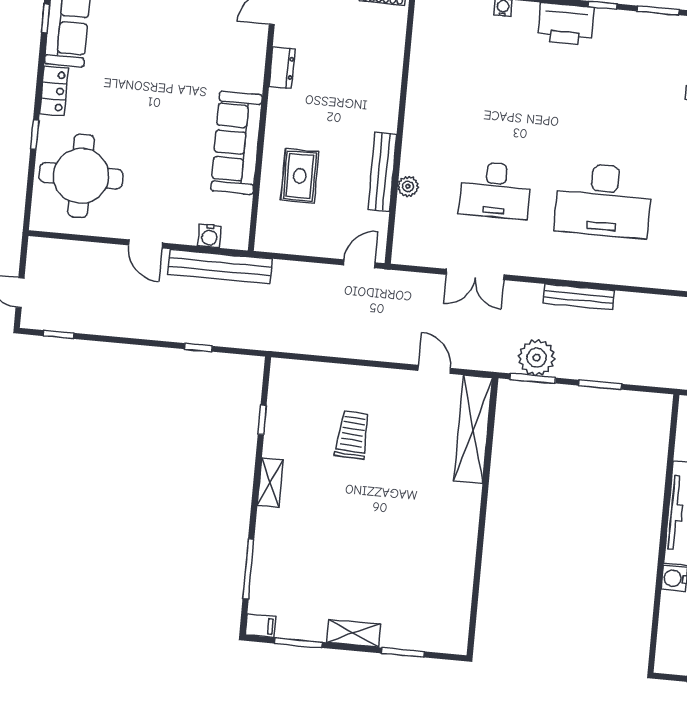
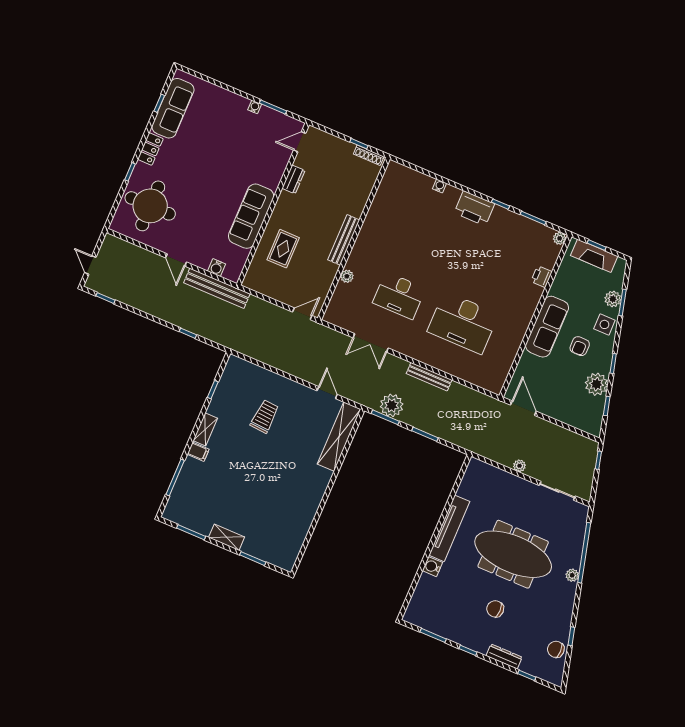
bench: (382, 172) -> (344, 240), moved
filing cabinet: (260, 625) -> (198, 452), moved

